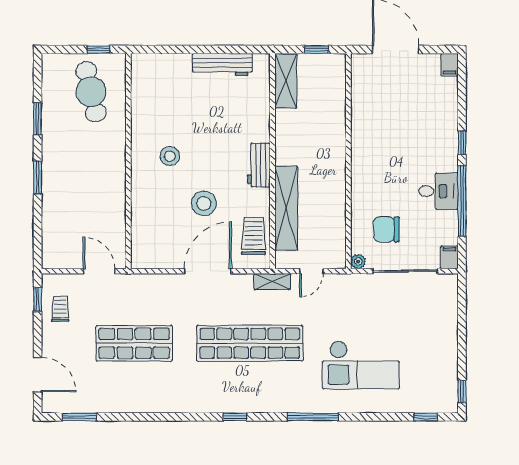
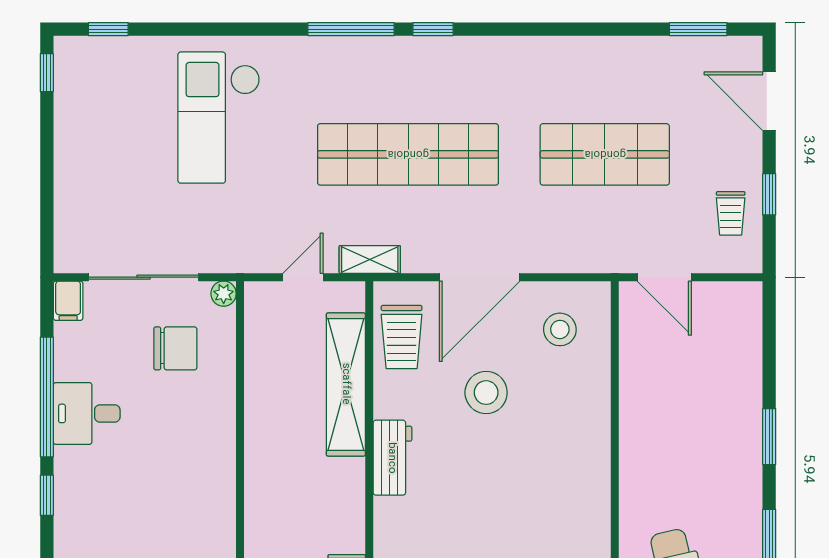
stool: (170, 156) -> (560, 329), moved
window: (38, 299) -> (769, 194), moved
checkout: (361, 365) -> (219, 118), turned -90
window: (313, 417) -> (351, 29), moved

